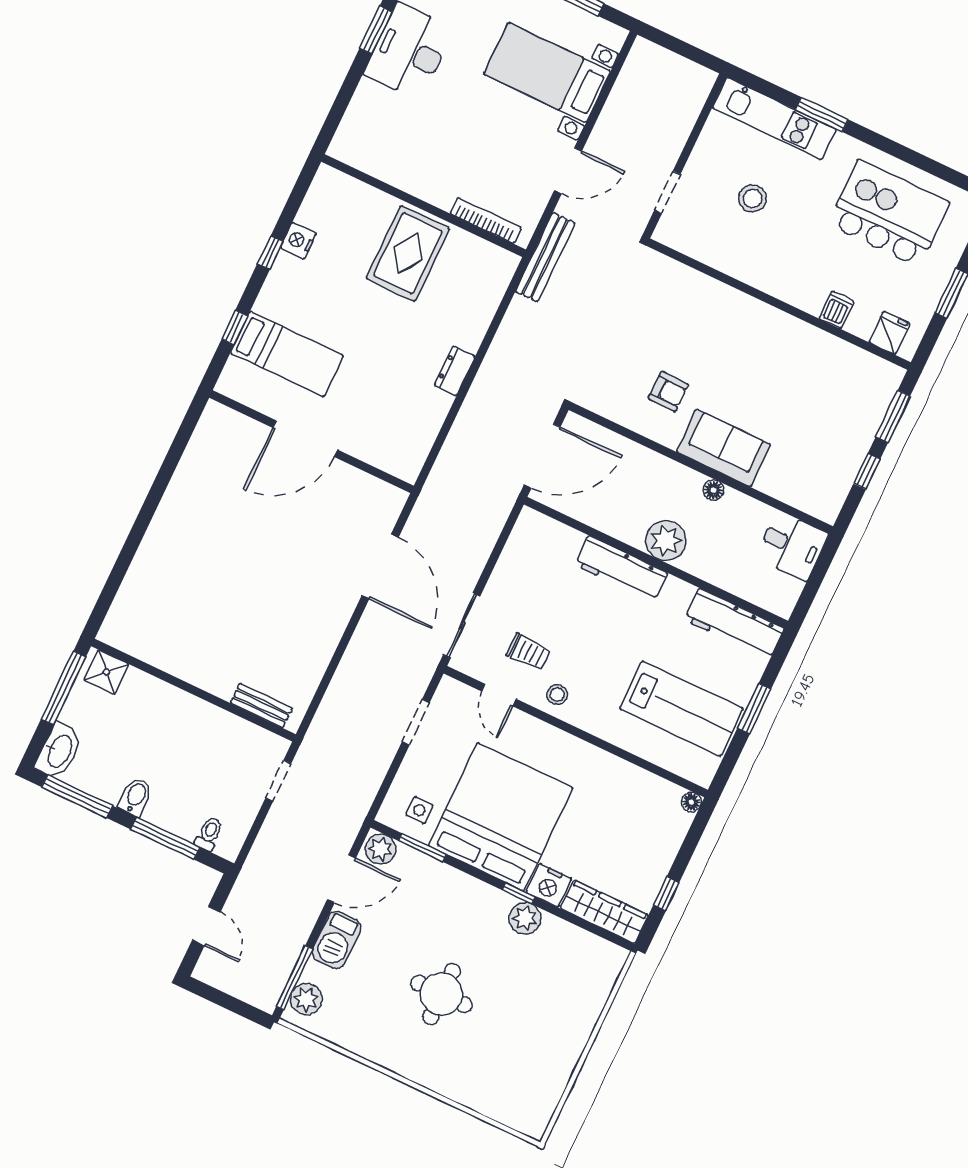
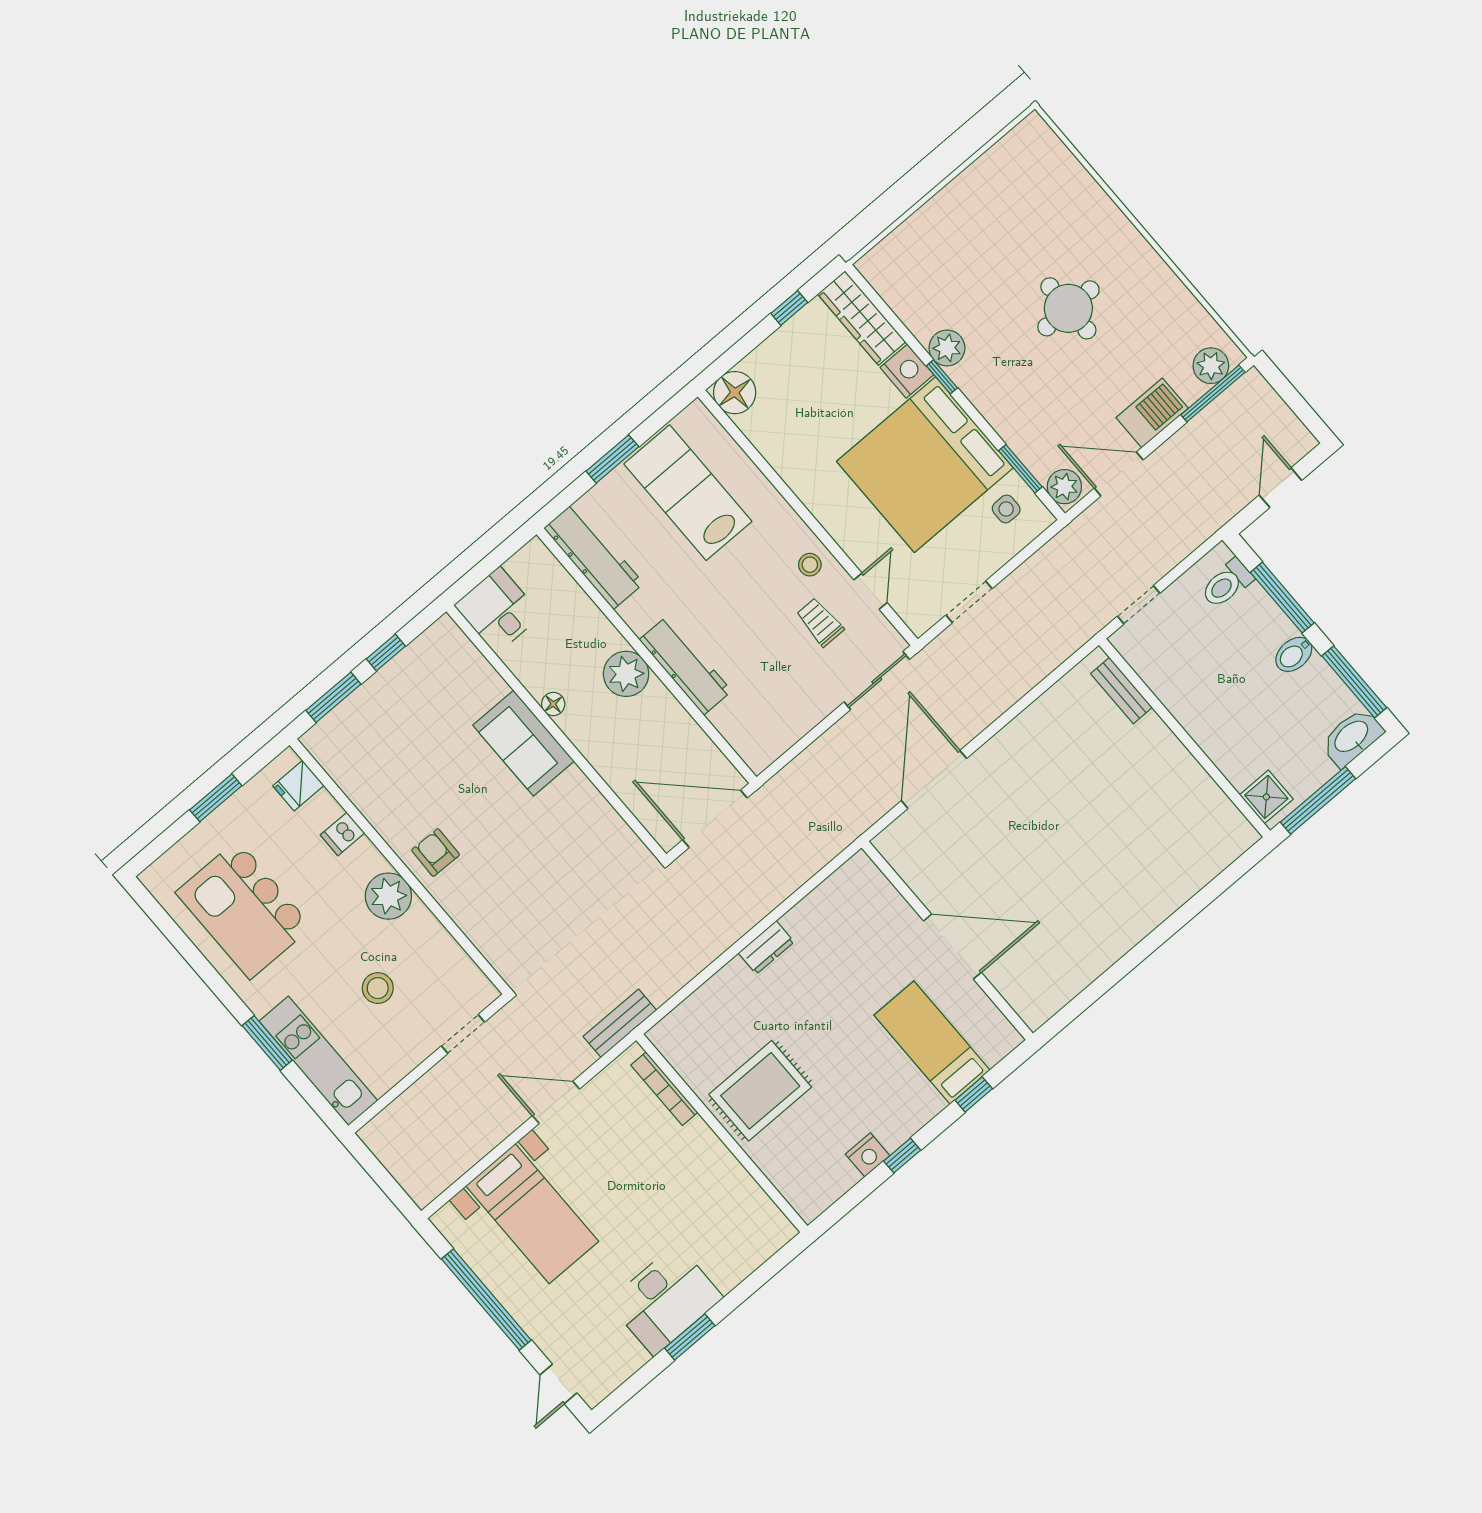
bench: (545, 257) -> (620, 1023), width x0.73
plant: (777, 276) -> (388, 896), added
armchair: (668, 392) -> (436, 853), moved
floor lamp: (691, 802) -> (735, 393), width x1.89, depth x1.89
toilet: (209, 834) -> (1227, 583), width x1.37, depth x1.39

